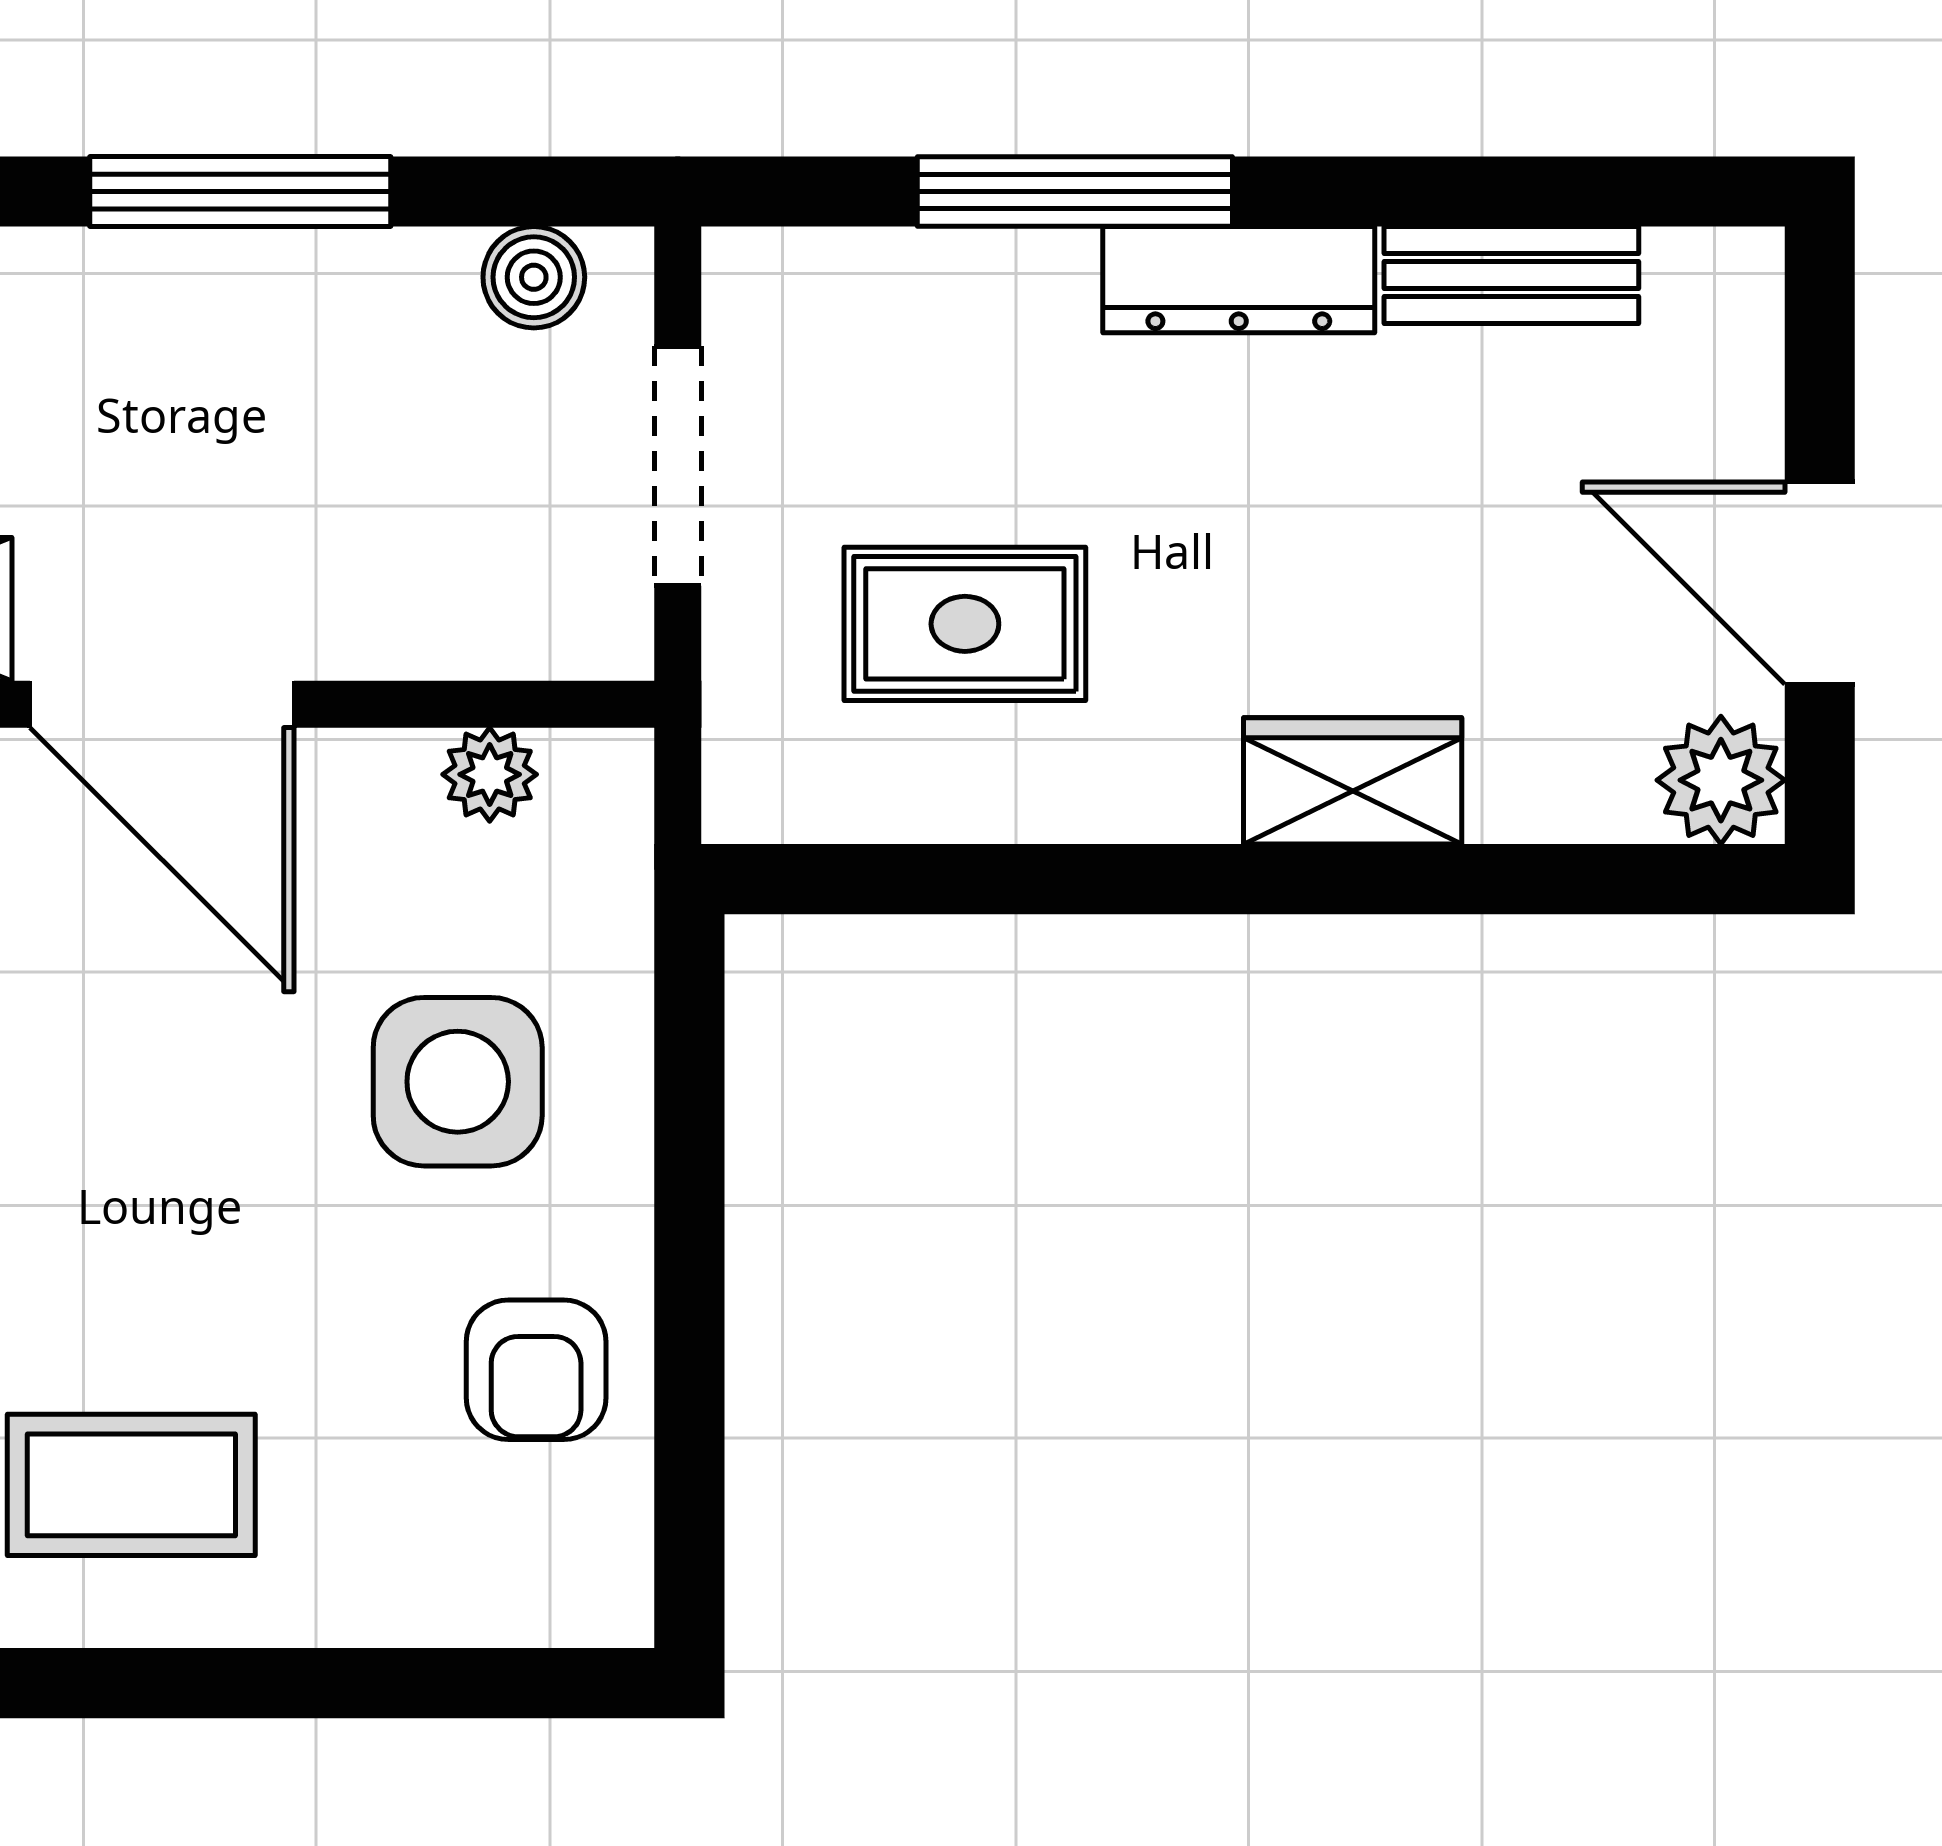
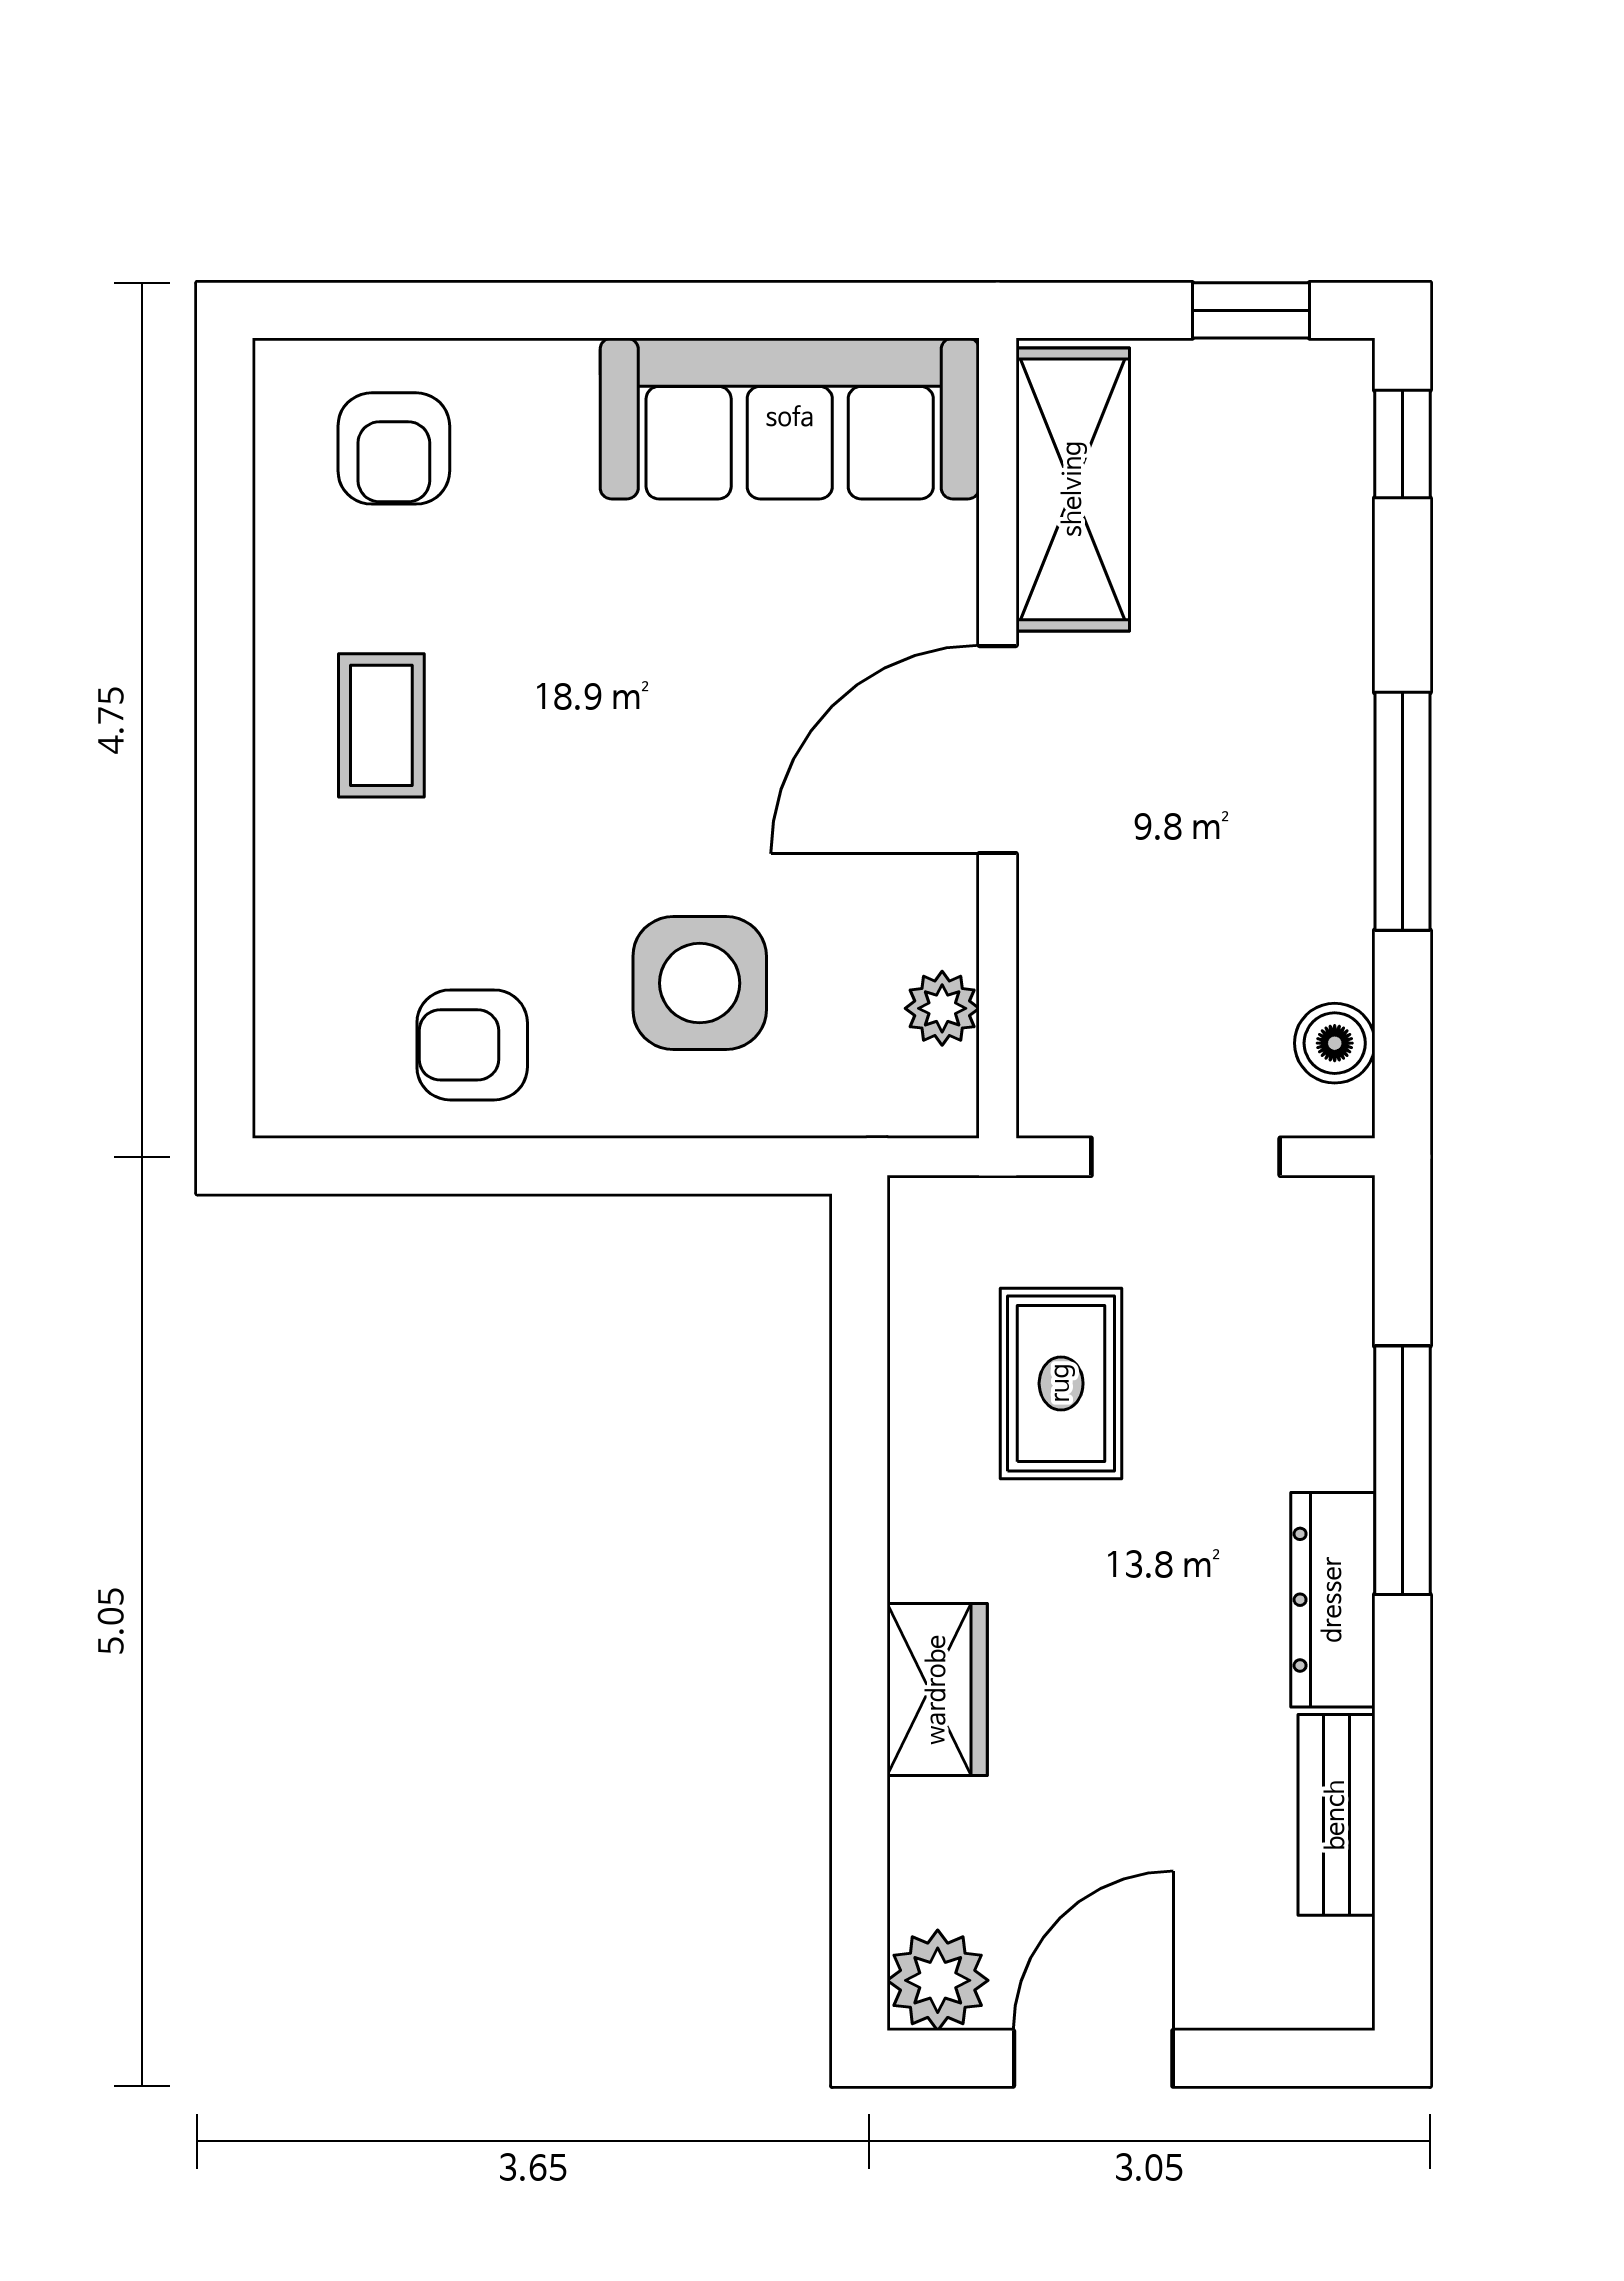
coffee table: (131, 1485) -> (381, 725), width x0.73, depth x0.77

